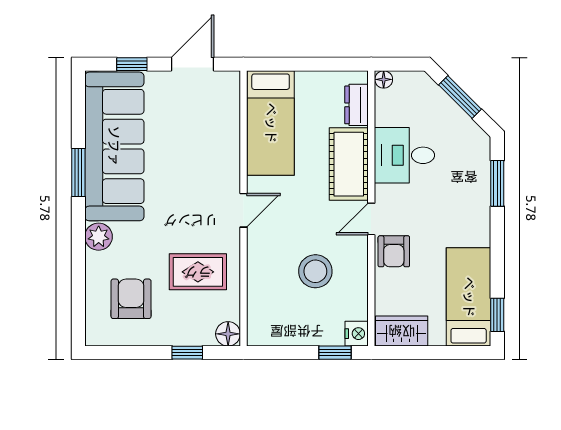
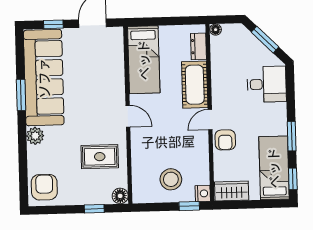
desk: (404, 155) -> (267, 84), moved, turned 180
window: (497, 183) -> (292, 136), moved
door: (243, 210) -> (128, 116), hinge flipped
stool: (315, 271) -> (171, 179), moved
armchair: (131, 299) -> (44, 187), moved

